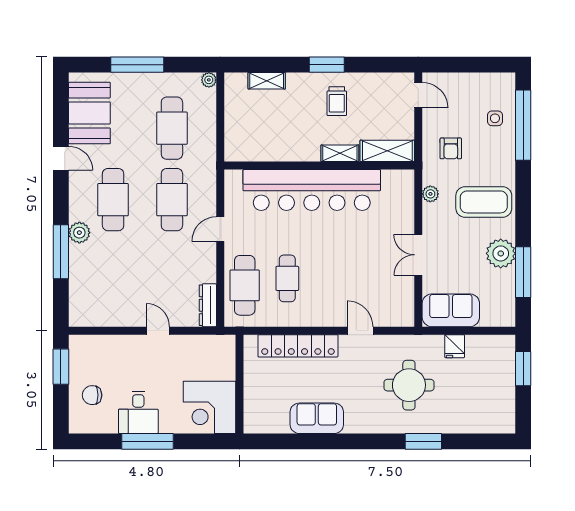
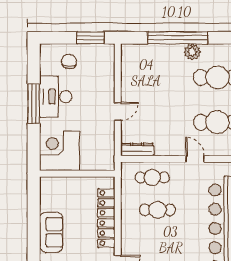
window: (61, 252) -> (178, 38), width x1.46
cafe table: (245, 285) -> (152, 177), width x0.73, depth x0.74
desk: (138, 412) -> (56, 97), width x1.37

